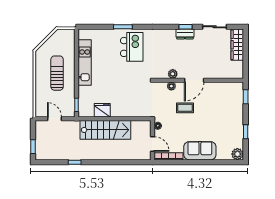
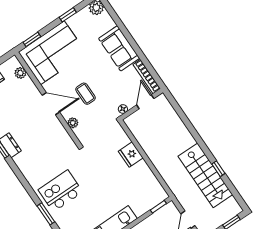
plant: (173, 74) -> (20, 73), moved
corner sofa: (227, 104) -> (52, 53), added
fridge: (102, 110) -> (131, 155), moved
stairs: (105, 130) -> (205, 175), moved, turned 180

